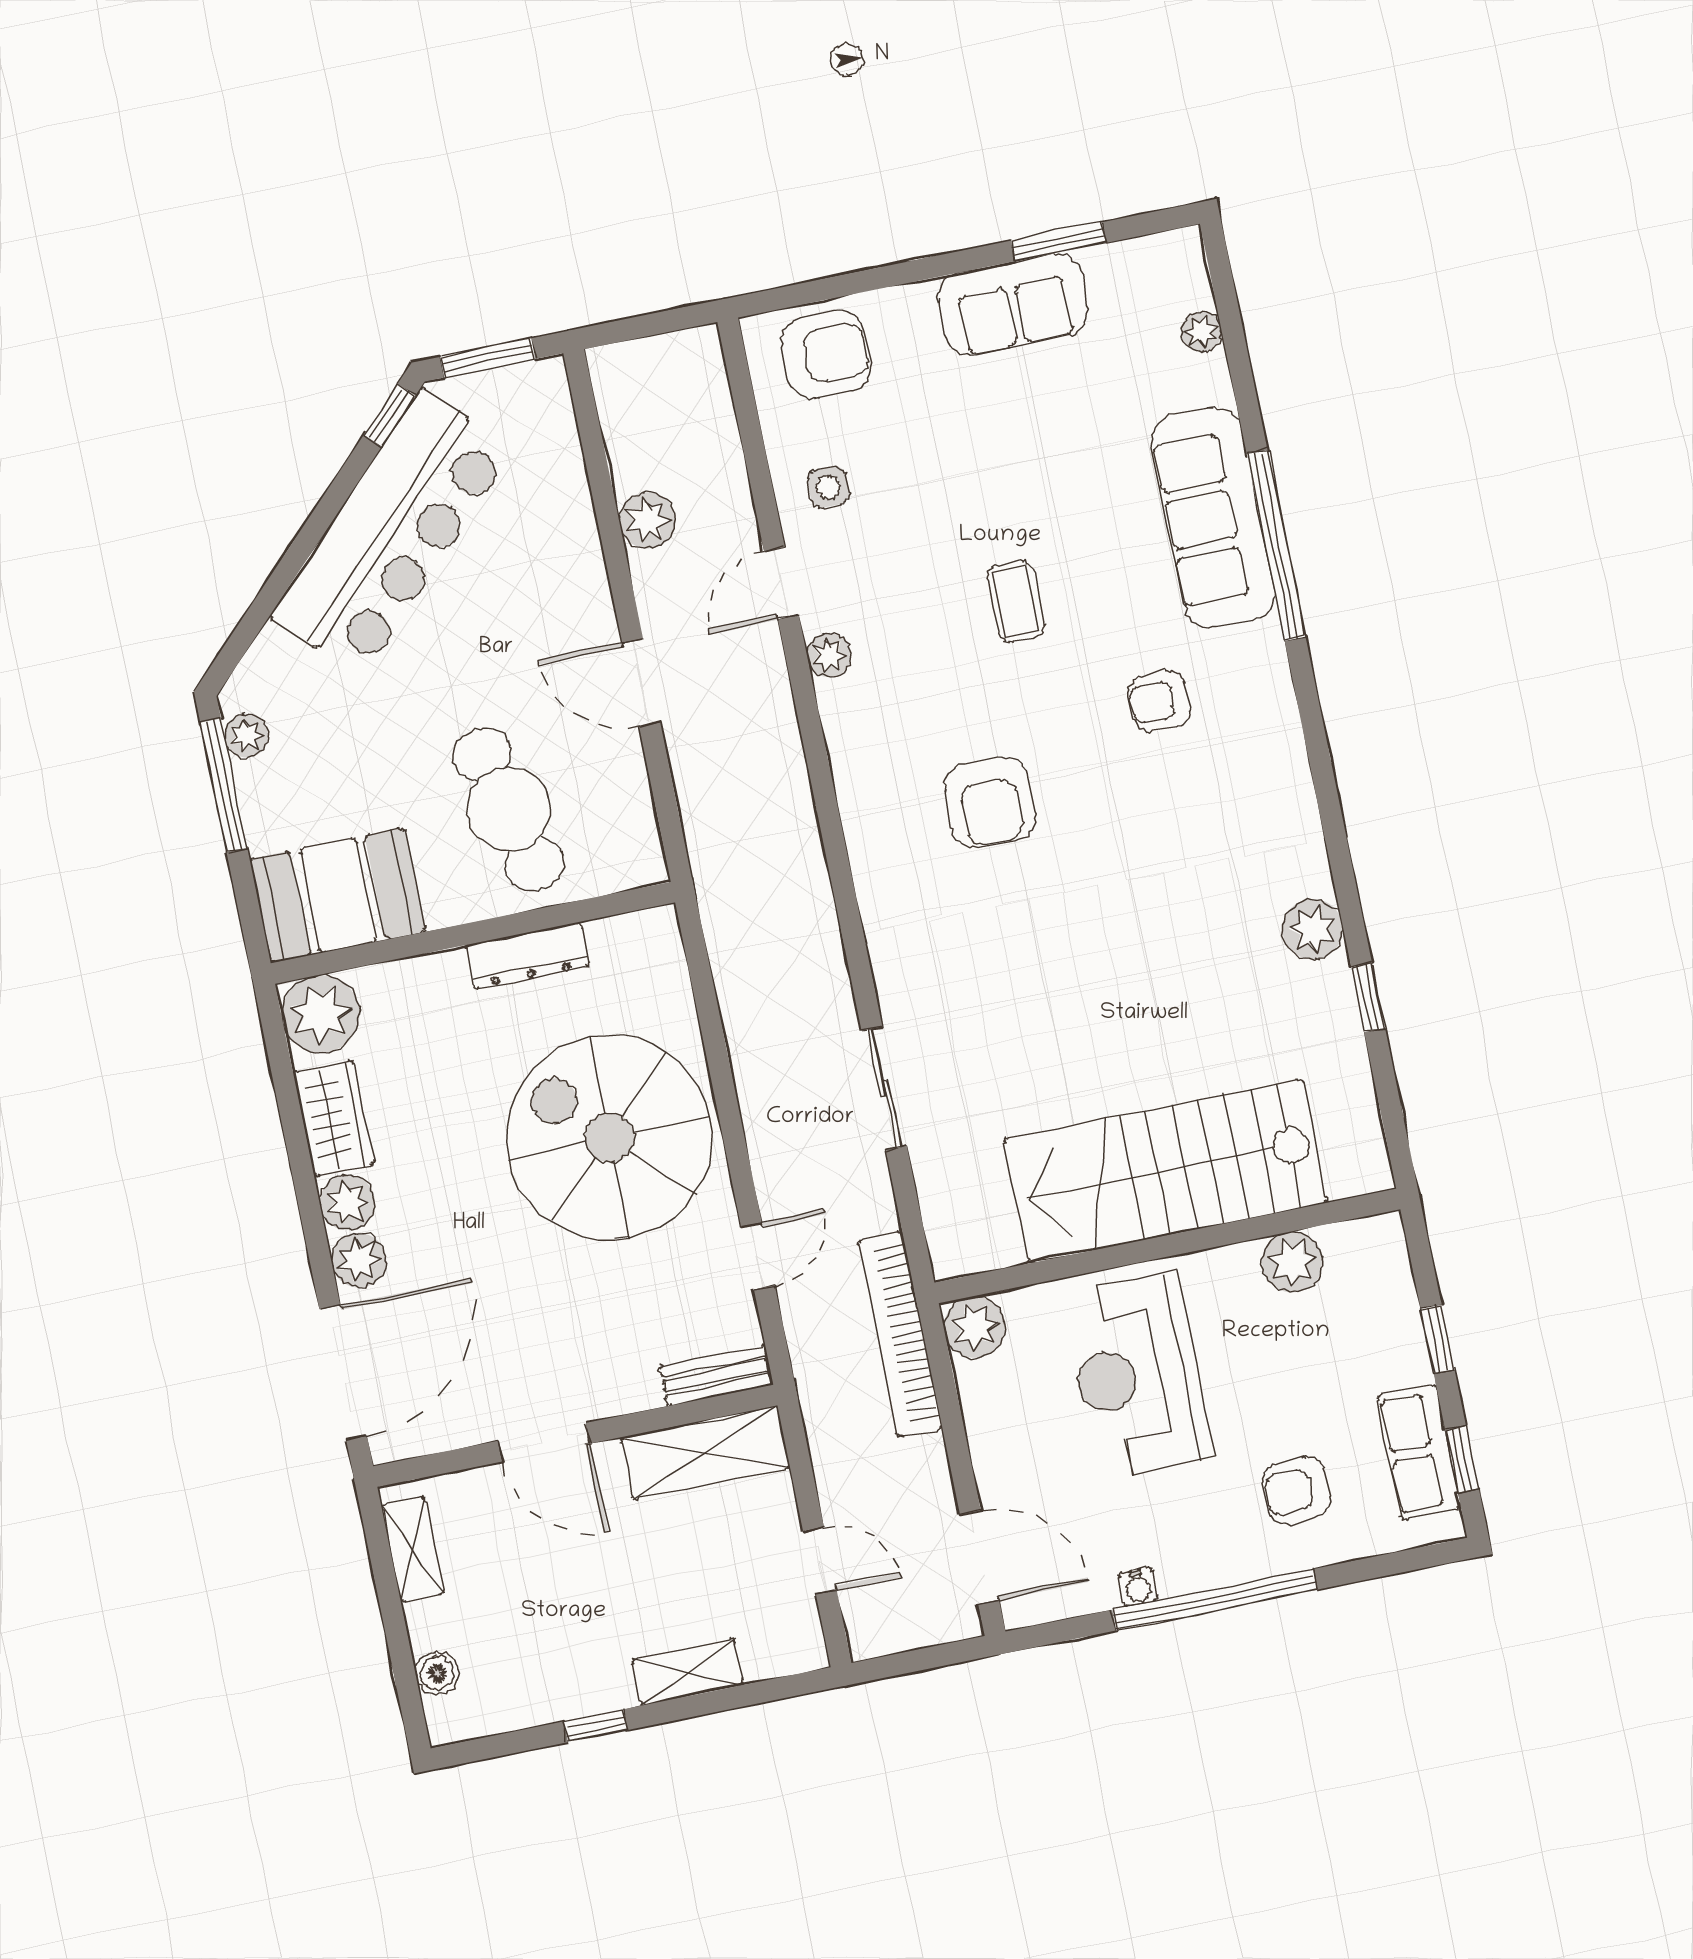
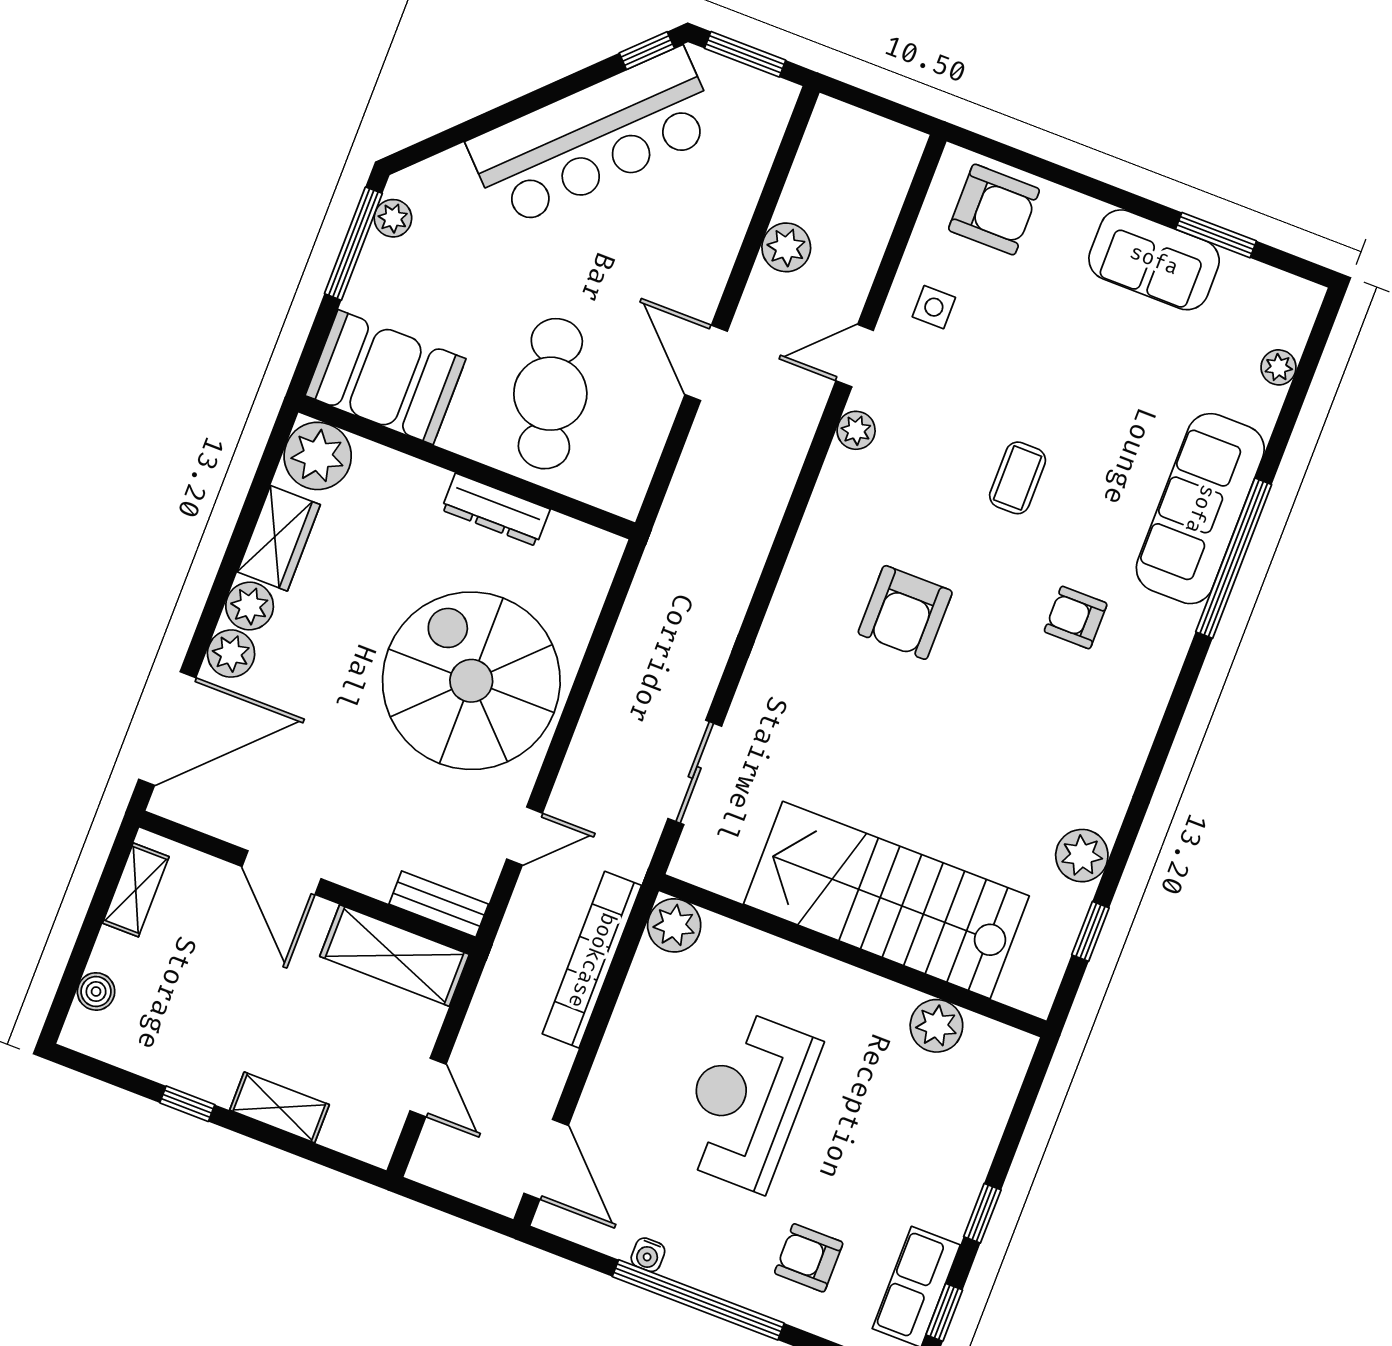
stairs: (1166, 1171) -> (886, 900), moved
wall: (1167, 1246) -> (853, 956), moved
plant: (1292, 1262) -> (936, 1026), moved
plant: (975, 1327) -> (674, 925), moved

